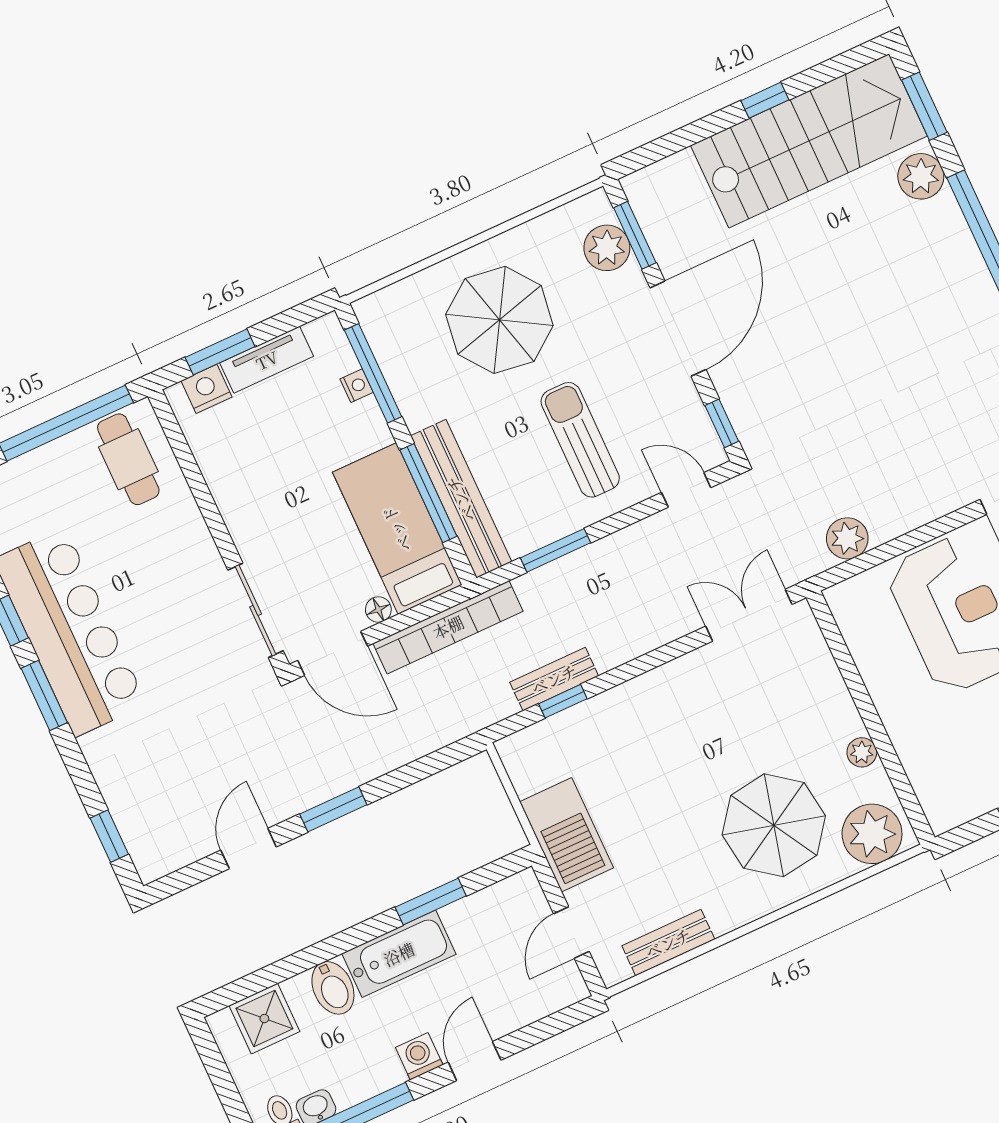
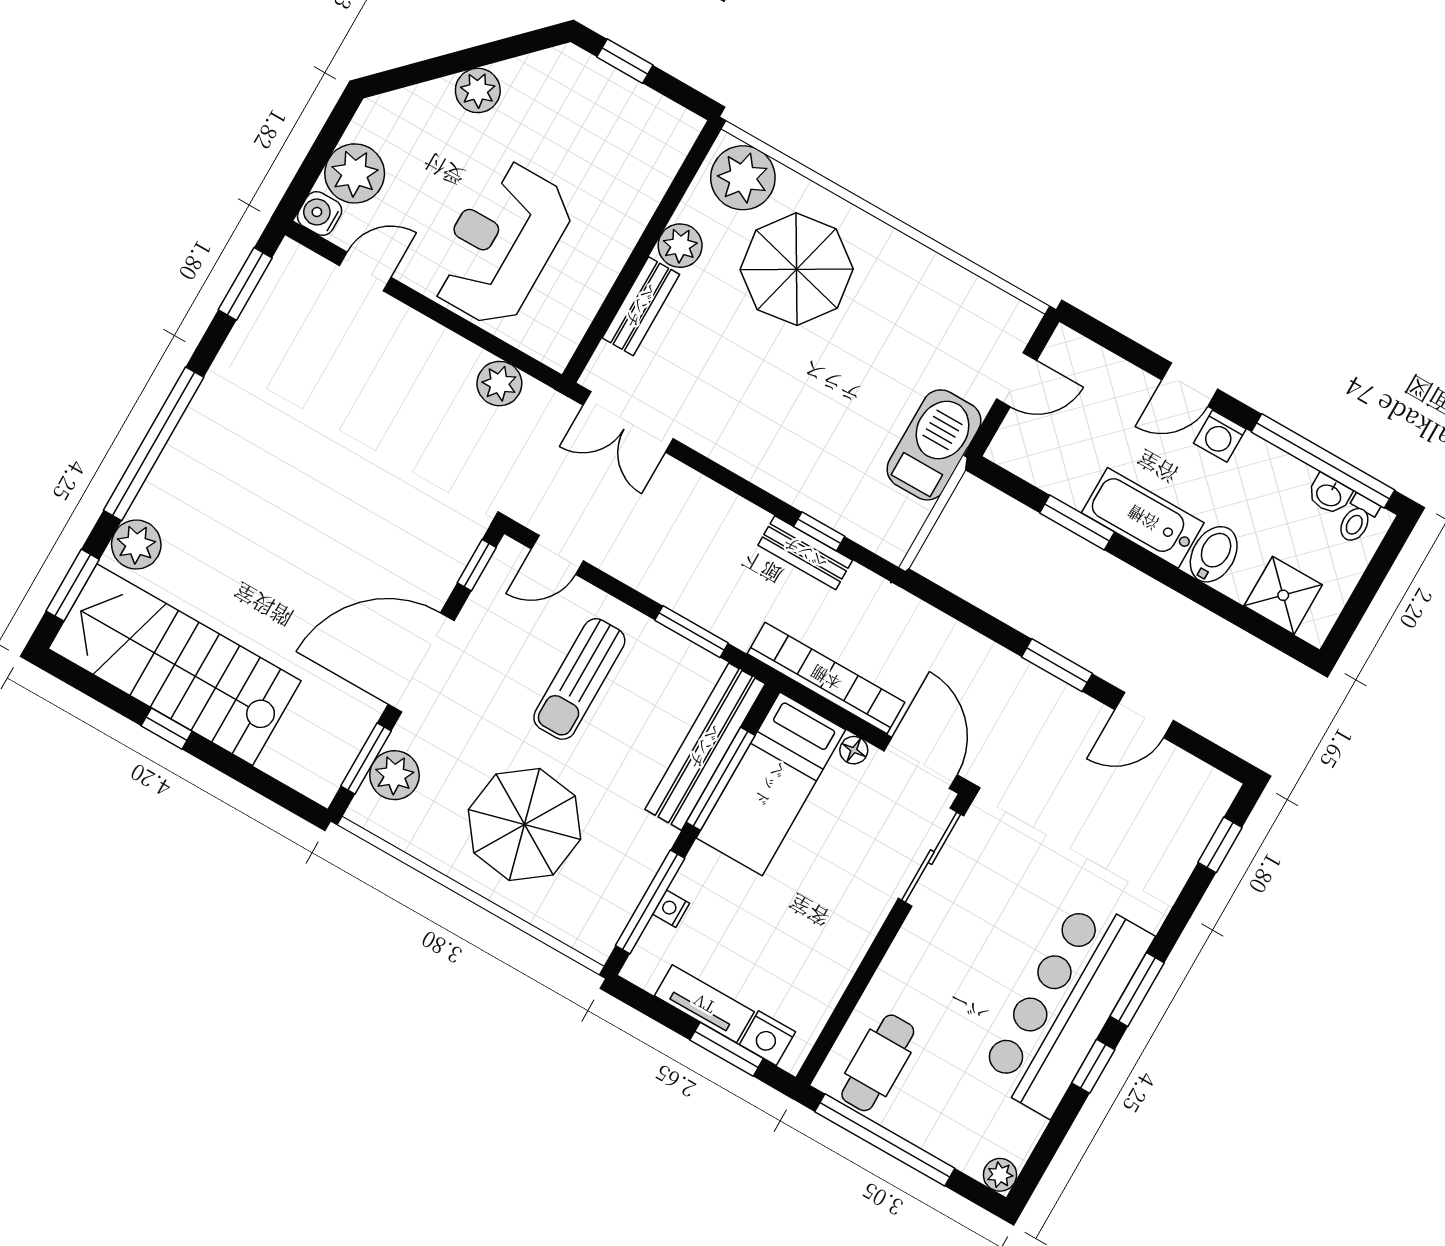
door: (686, 490) -> (557, 555), hinge flipped
plant: (862, 752) -> (680, 246), width x1.38, depth x1.38
bench: (668, 943) -> (641, 306), moved, turned 90

